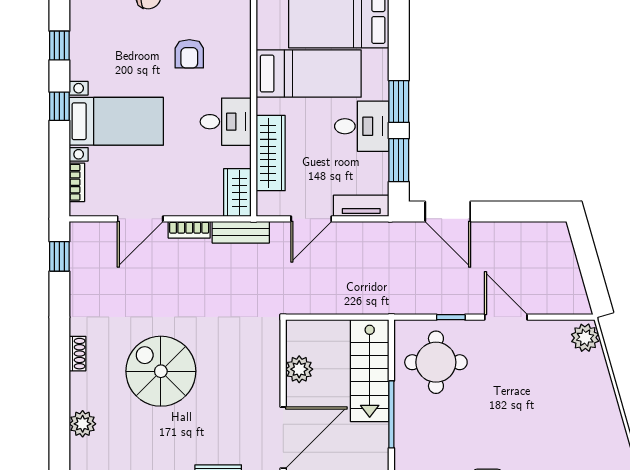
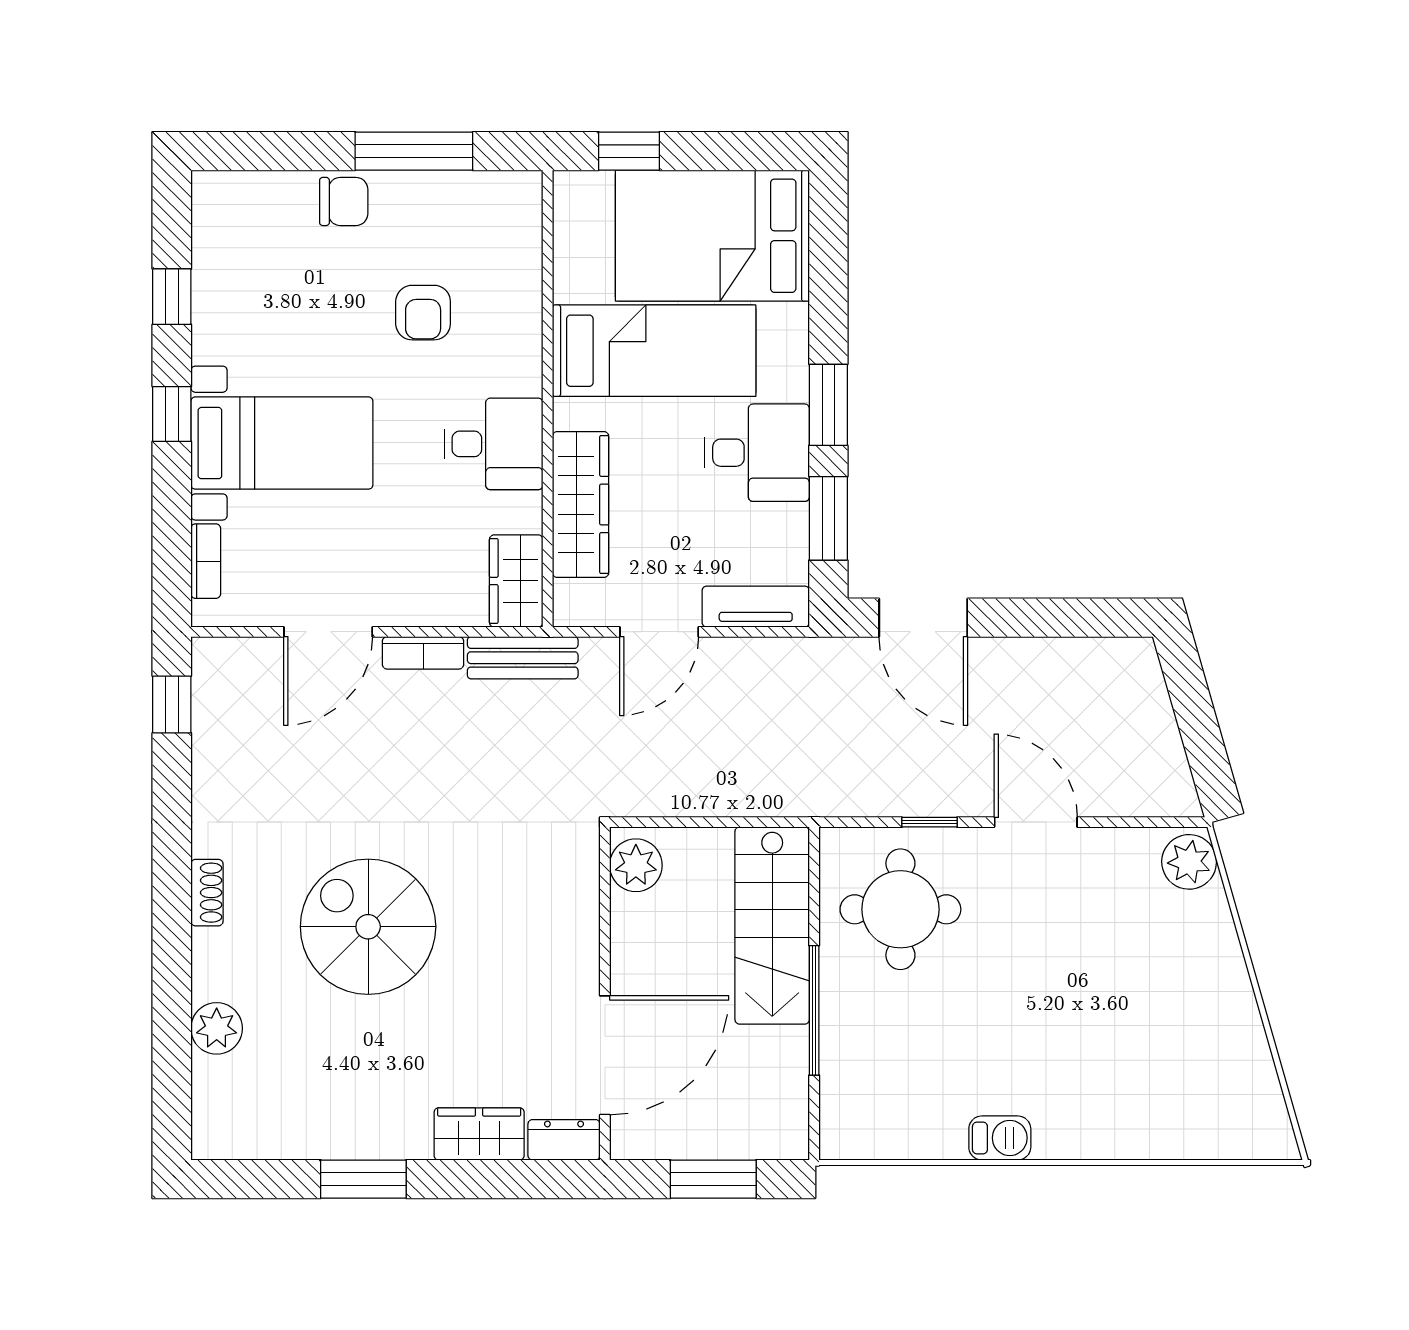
plant: (299, 369) -> (636, 865), moved

